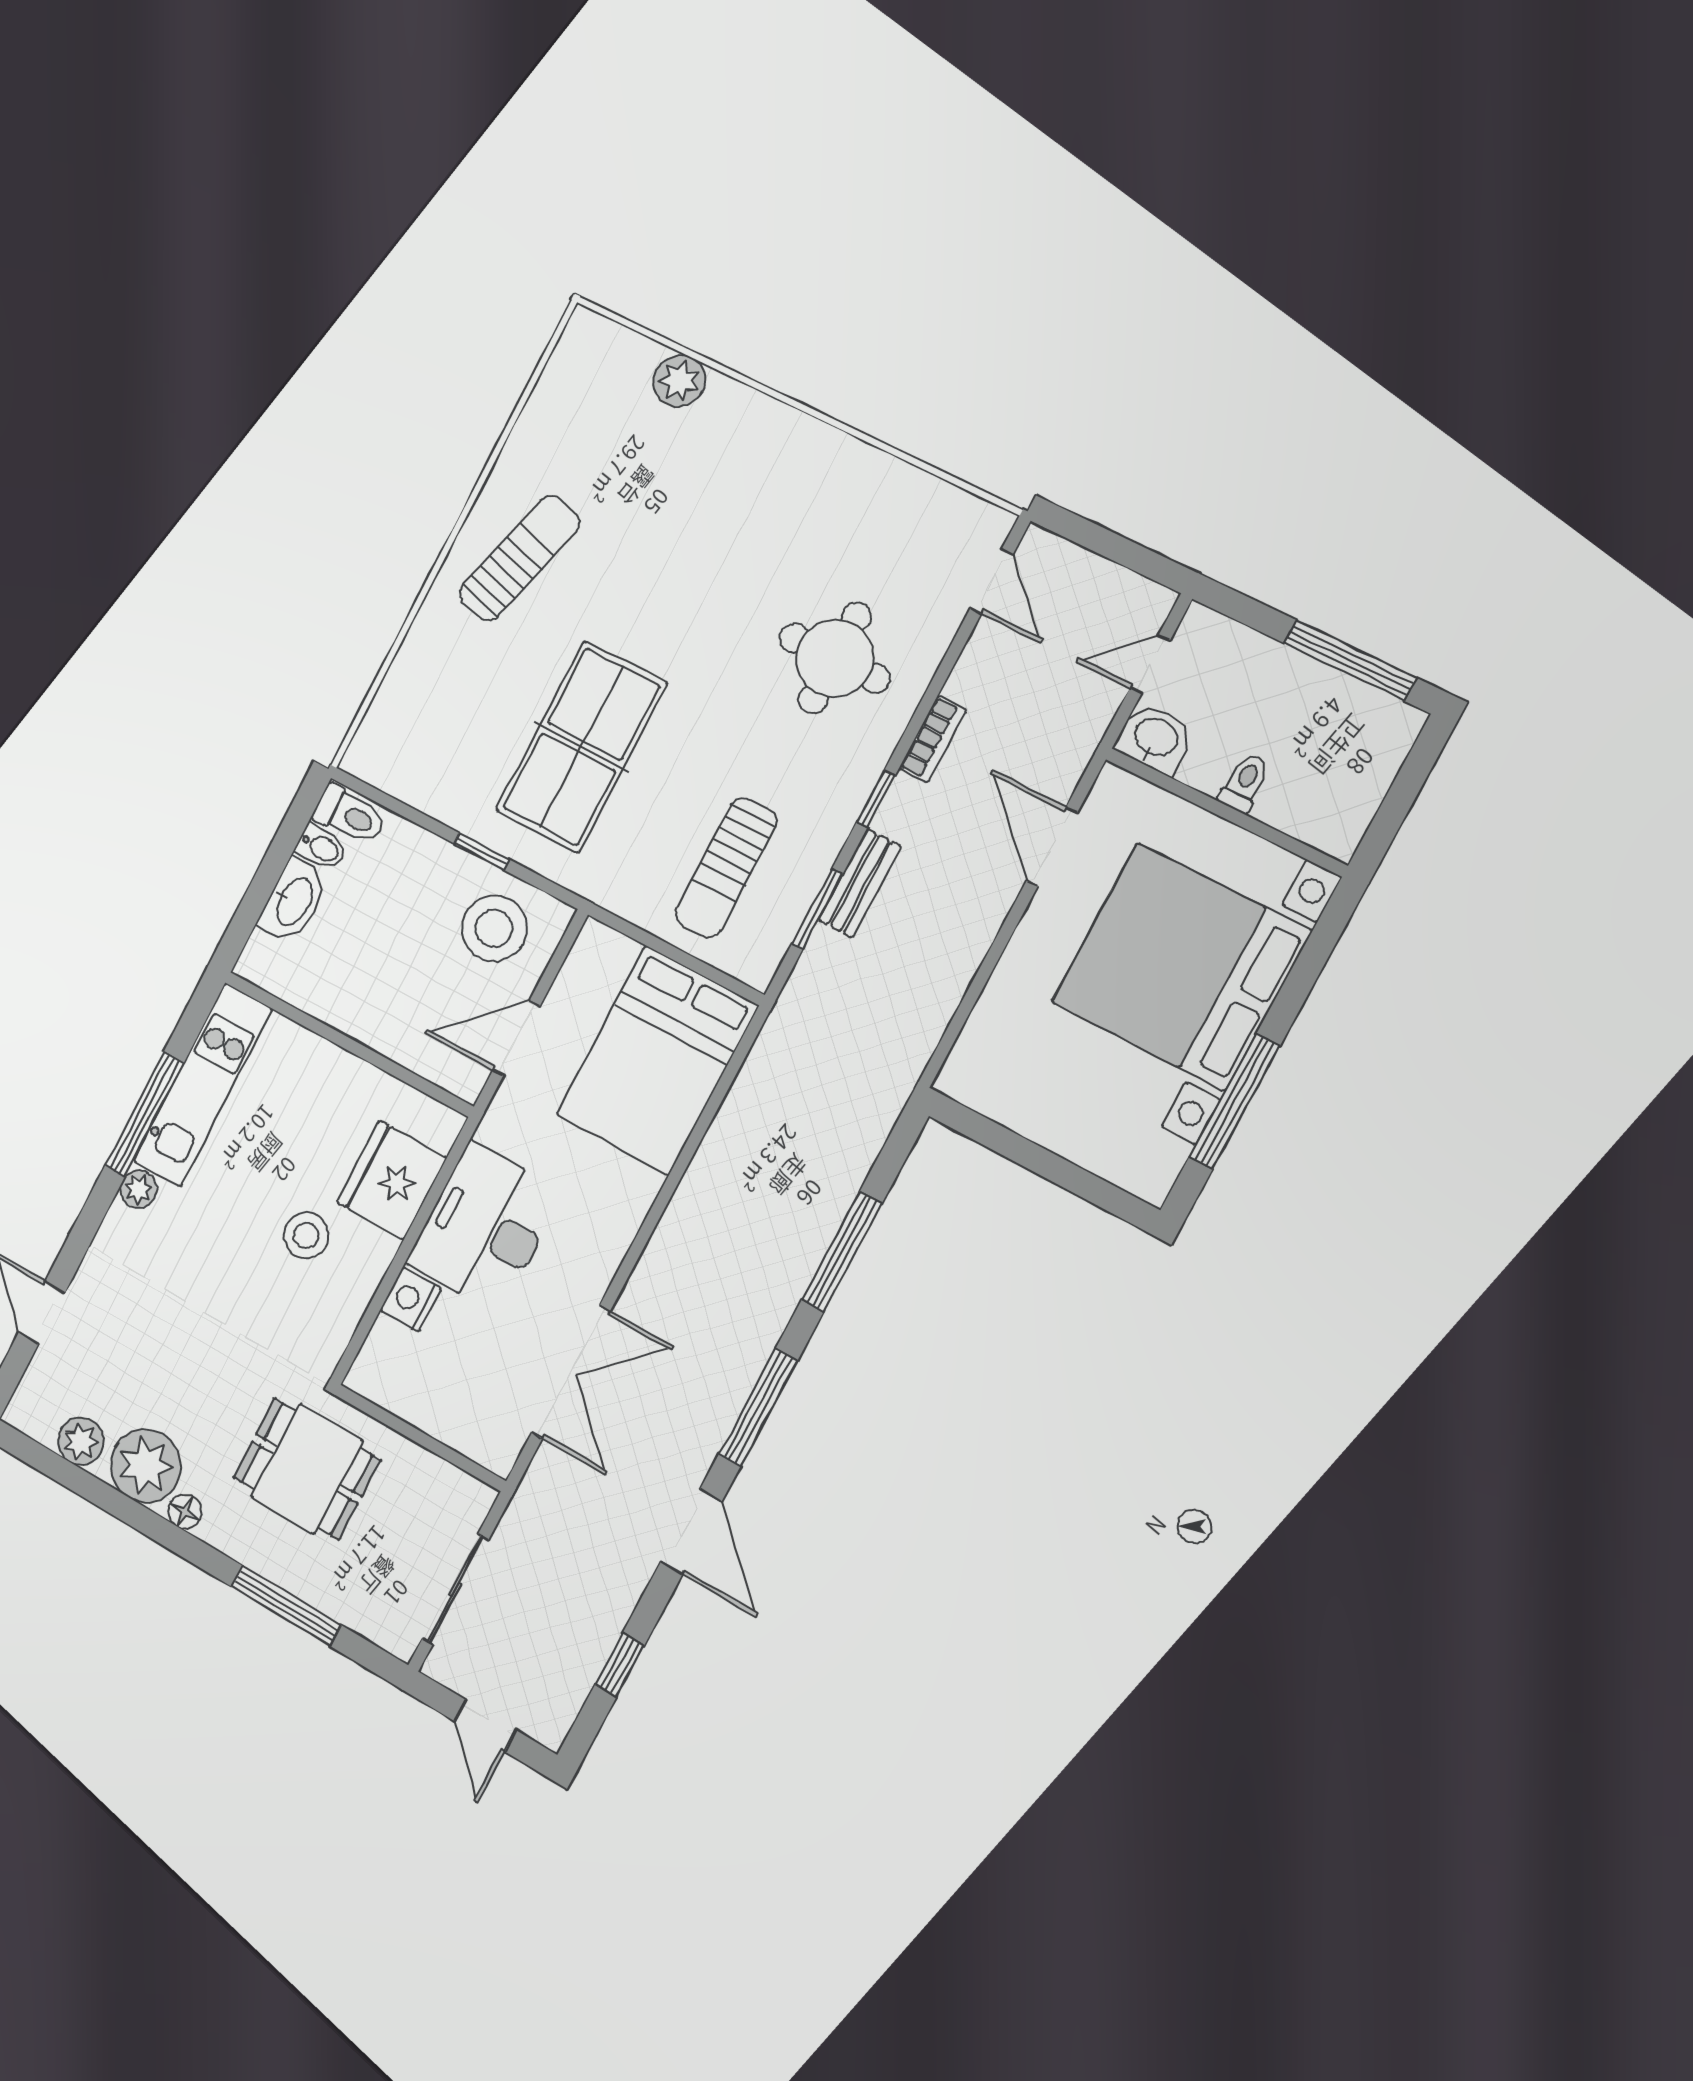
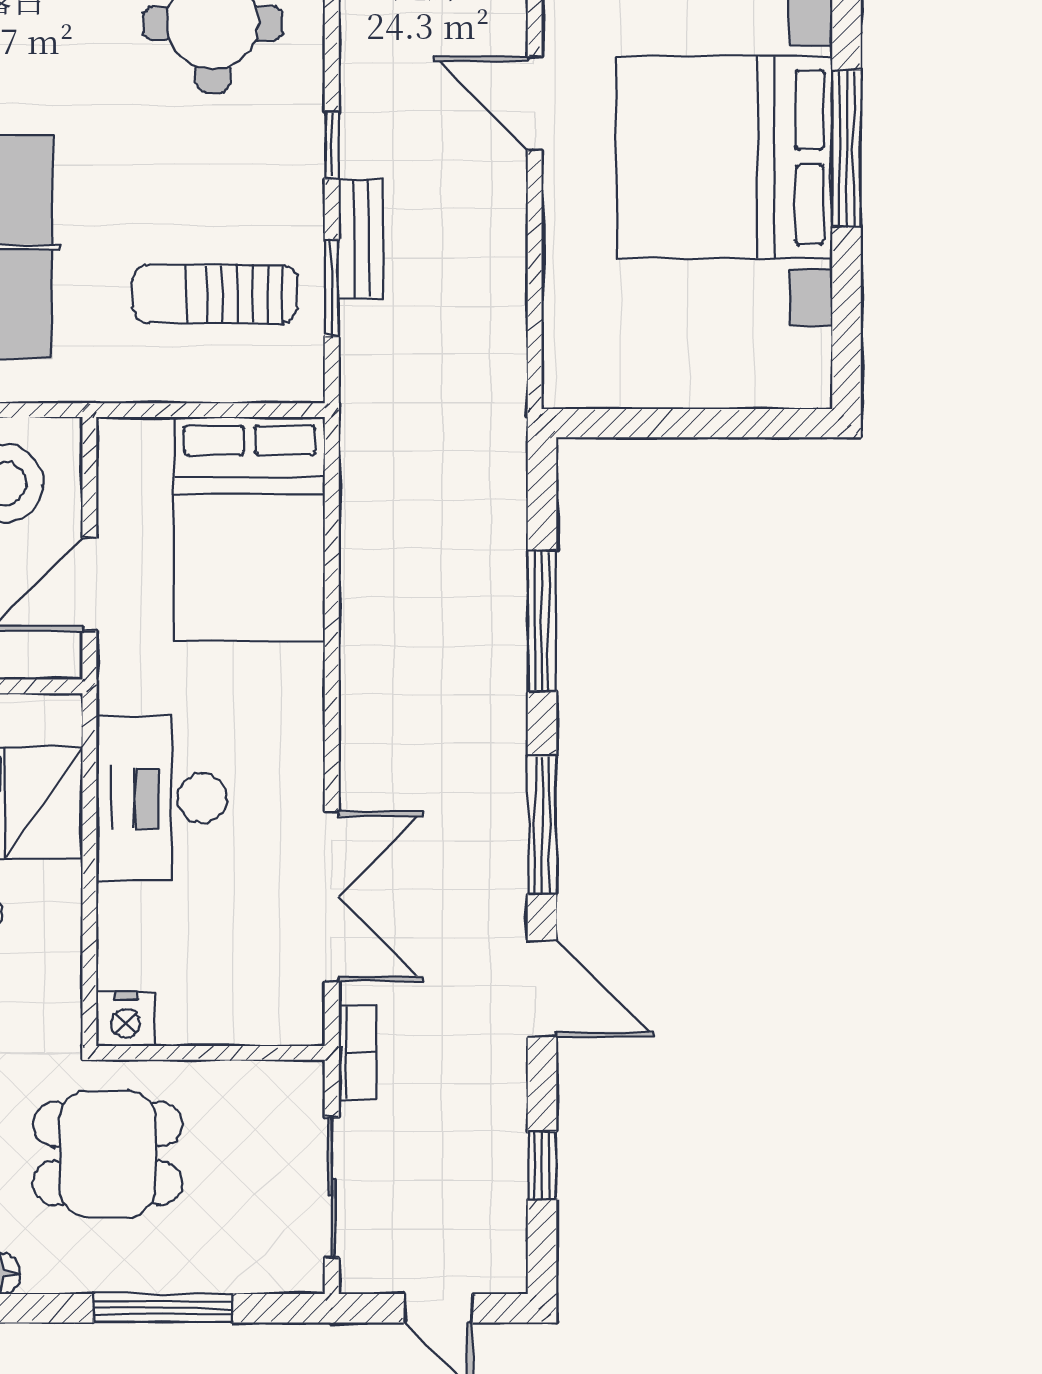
bookcase: (933, 739) -> (357, 1053), moved
sun lounger: (726, 868) -> (215, 294), turned 90
window: (1234, 1102) -> (846, 148), moved
nightstand: (411, 1299) -> (126, 1019), moved, turned -90

